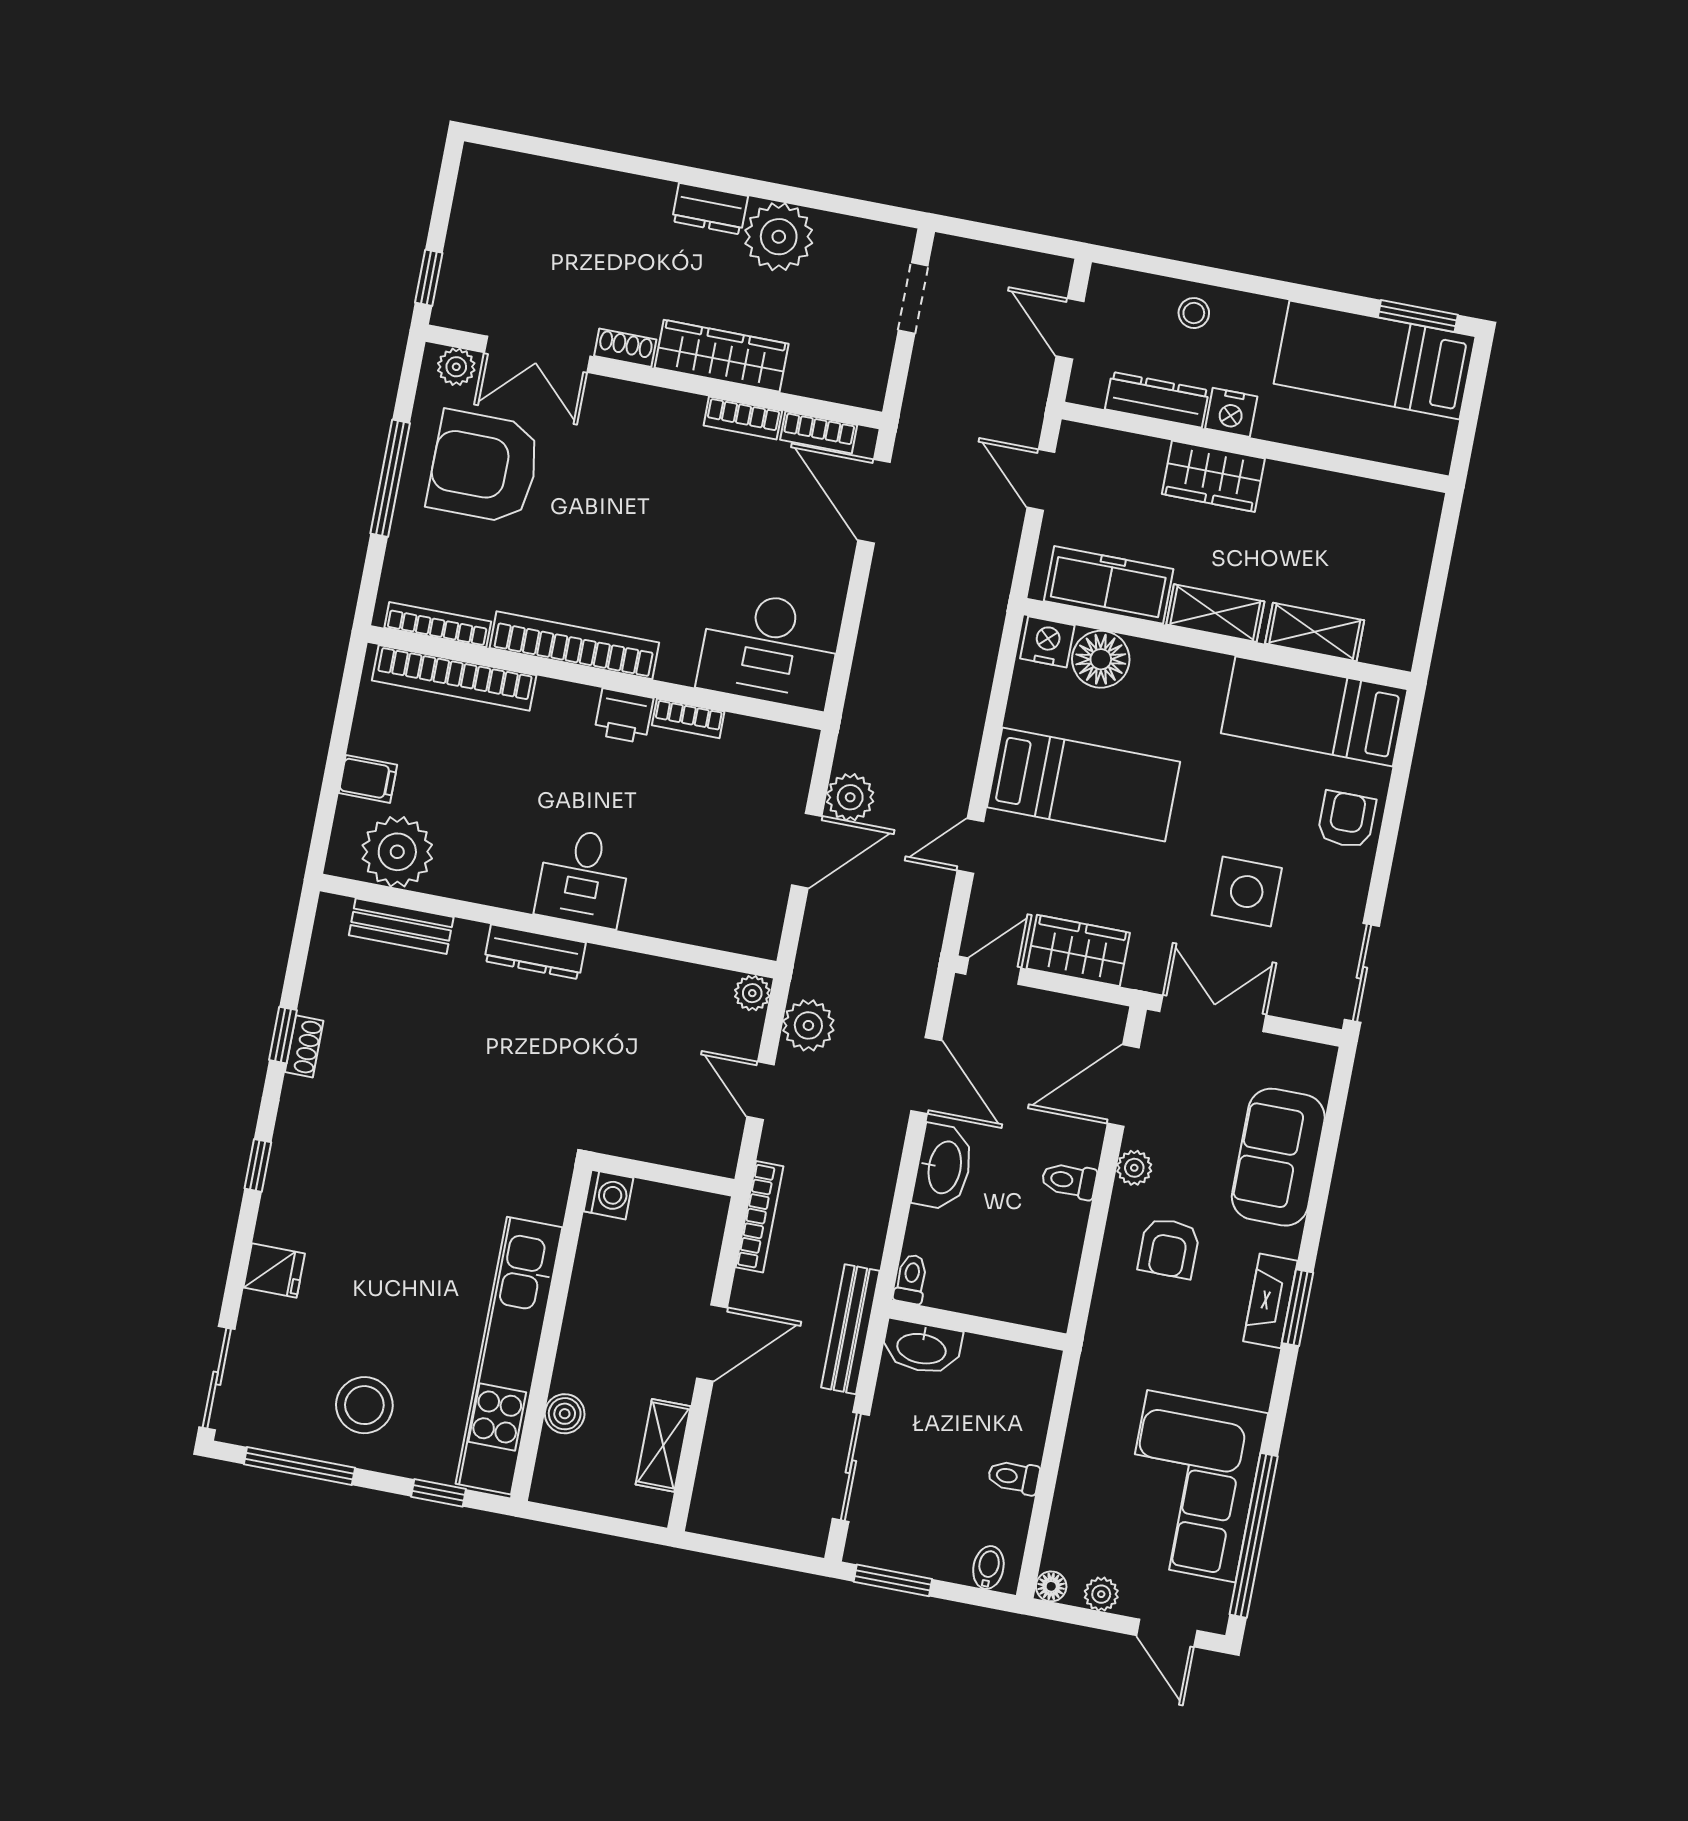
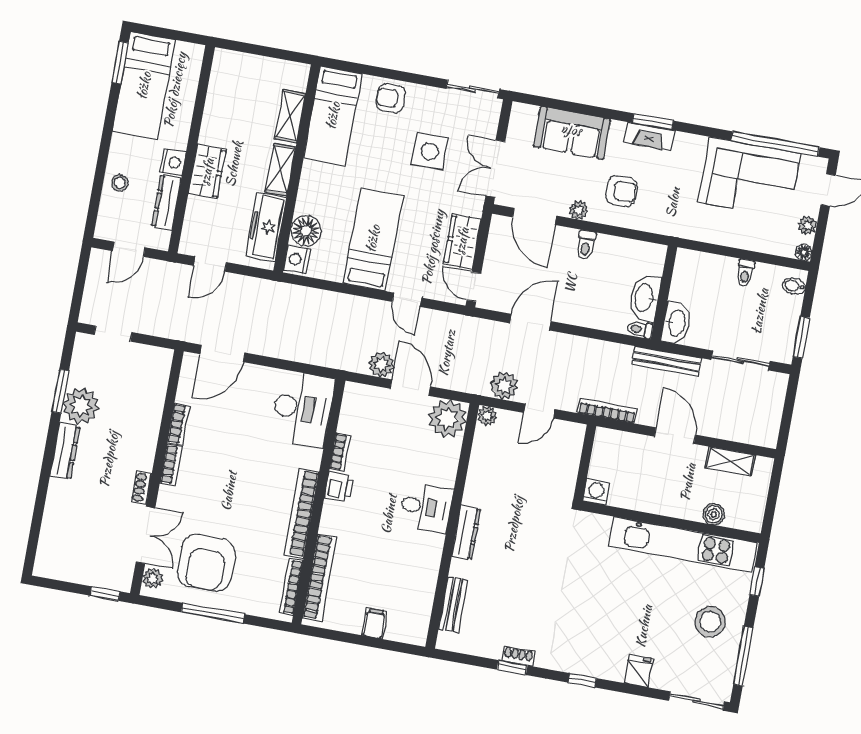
window: (807, 198) -> (60, 391), added
dresser: (710, 209) -> (65, 451), width x1.44
wardrobe: (722, 356) -> (145, 436), removed
bookcase: (819, 432) -> (171, 465), moved
plant: (397, 852) -> (447, 419), moved
washbasin: (943, 1167) -> (645, 298), moved, turned -90

